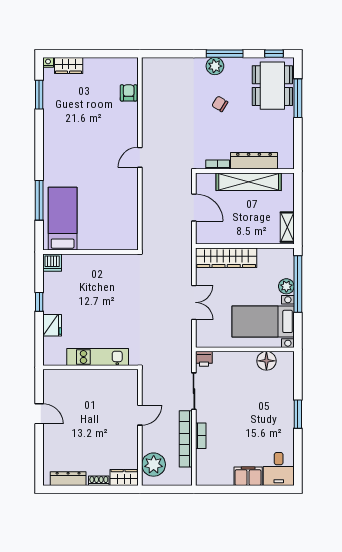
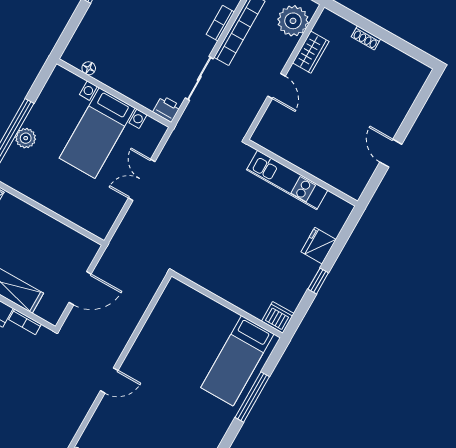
door: (194, 208) -> (80, 288), swing flipped
wardrobe: (226, 258) -> (76, 210), removed
bed with nightstands: (263, 321) -> (97, 133), moved, turned 90
floor lamp: (266, 361) -> (89, 68), width x0.53, depth x0.53
door: (140, 415) -> (276, 86), swing flipped
wardrobe: (124, 477) -> (311, 52), moved, turned -90
dresser: (68, 479) -> (400, 60), removed

